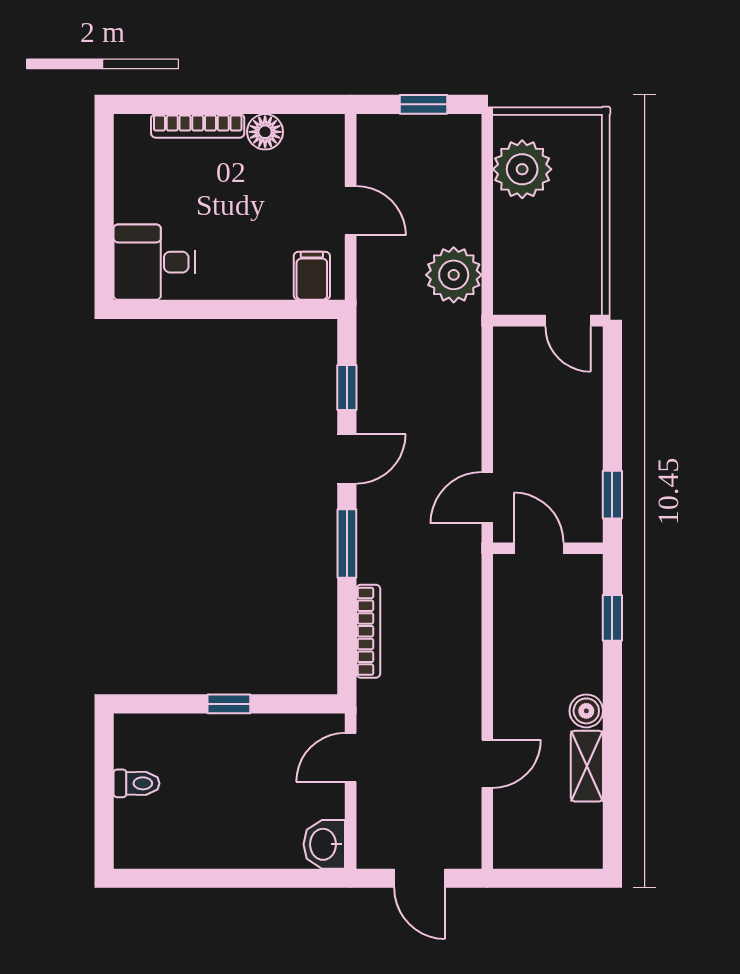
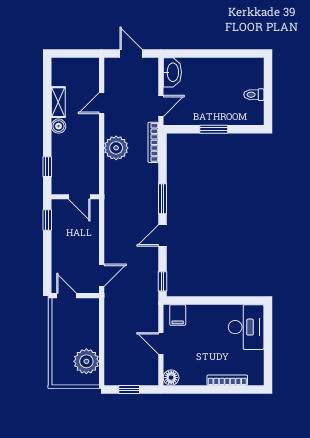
floor lamp: (265, 132) -> (171, 378), moved
desk: (154, 262) -> (246, 327), width x1.37
plant: (454, 275) -> (116, 148), moved
window: (347, 387) -> (162, 281), moved
door: (487, 498) -> (102, 275), moved
bookcase: (368, 631) -> (153, 142), moved
window: (229, 704) -> (214, 129), width x1.50
washbasin: (324, 844) -> (172, 72), width x1.38

